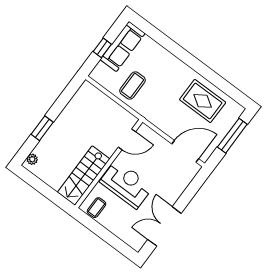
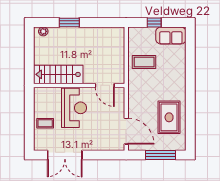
sofa: (123, 46) -> (171, 35), width x0.73
coffee table: (97, 208) -> (45, 123), moved
double door: (164, 226) -> (65, 155), swing flipped

